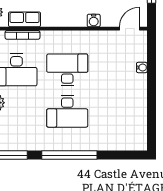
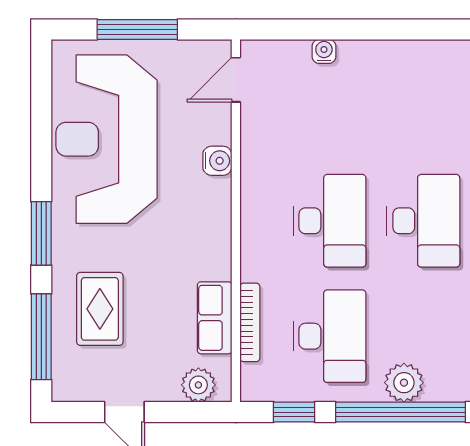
door: (129, 29) -> (236, 80), hinge flipped
desk: (67, 70) -> (329, 221), turned 180

